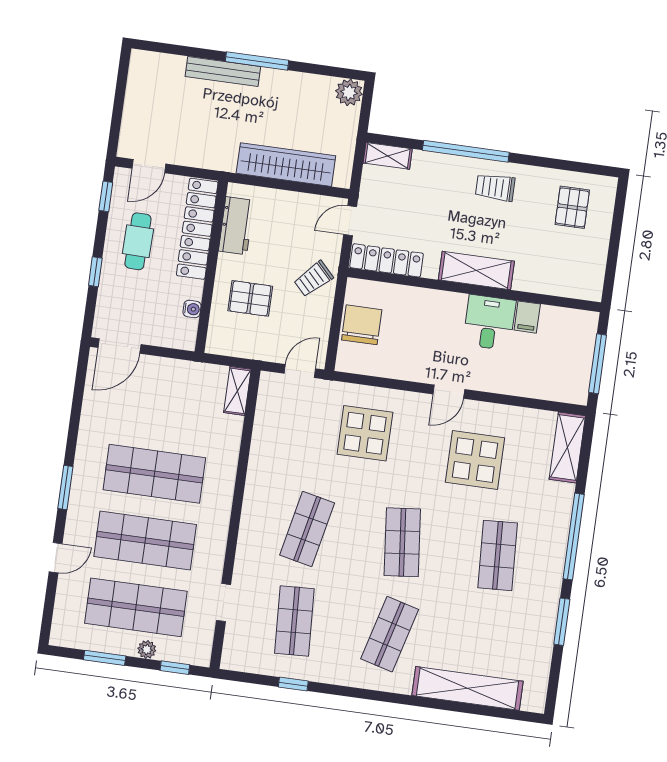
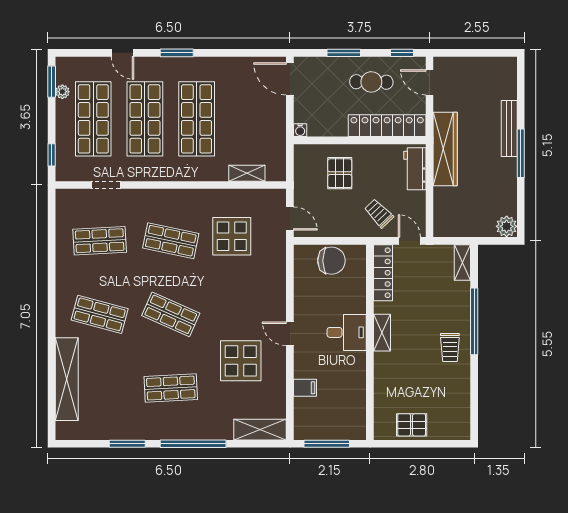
wardrobe: (286, 165) -> (445, 149), moved
trolley: (495, 187) -> (450, 347), turned 180
pallet: (572, 207) -> (412, 425), moved
workbench: (236, 226) -> (415, 169), moved, turned 90
shelving: (476, 270) -> (382, 333), width x0.67, depth x0.75
window: (95, 272) -> (344, 53), width x1.50
trolley: (313, 279) -> (379, 213), moved
water cooler: (192, 309) -> (300, 130), moved
filing cabinet: (527, 317) -> (305, 388), moved, turned 180
desk: (489, 323) -> (347, 332), moved
shelving: (237, 391) -> (247, 173), moved
display table: (365, 433) -> (232, 236), moved
shop shelf: (402, 542) -> (171, 314), turned 30
plant: (147, 649) -> (62, 92), moved
window: (105, 658) -> (52, 82), moved
window: (293, 684) -> (52, 246), removed

